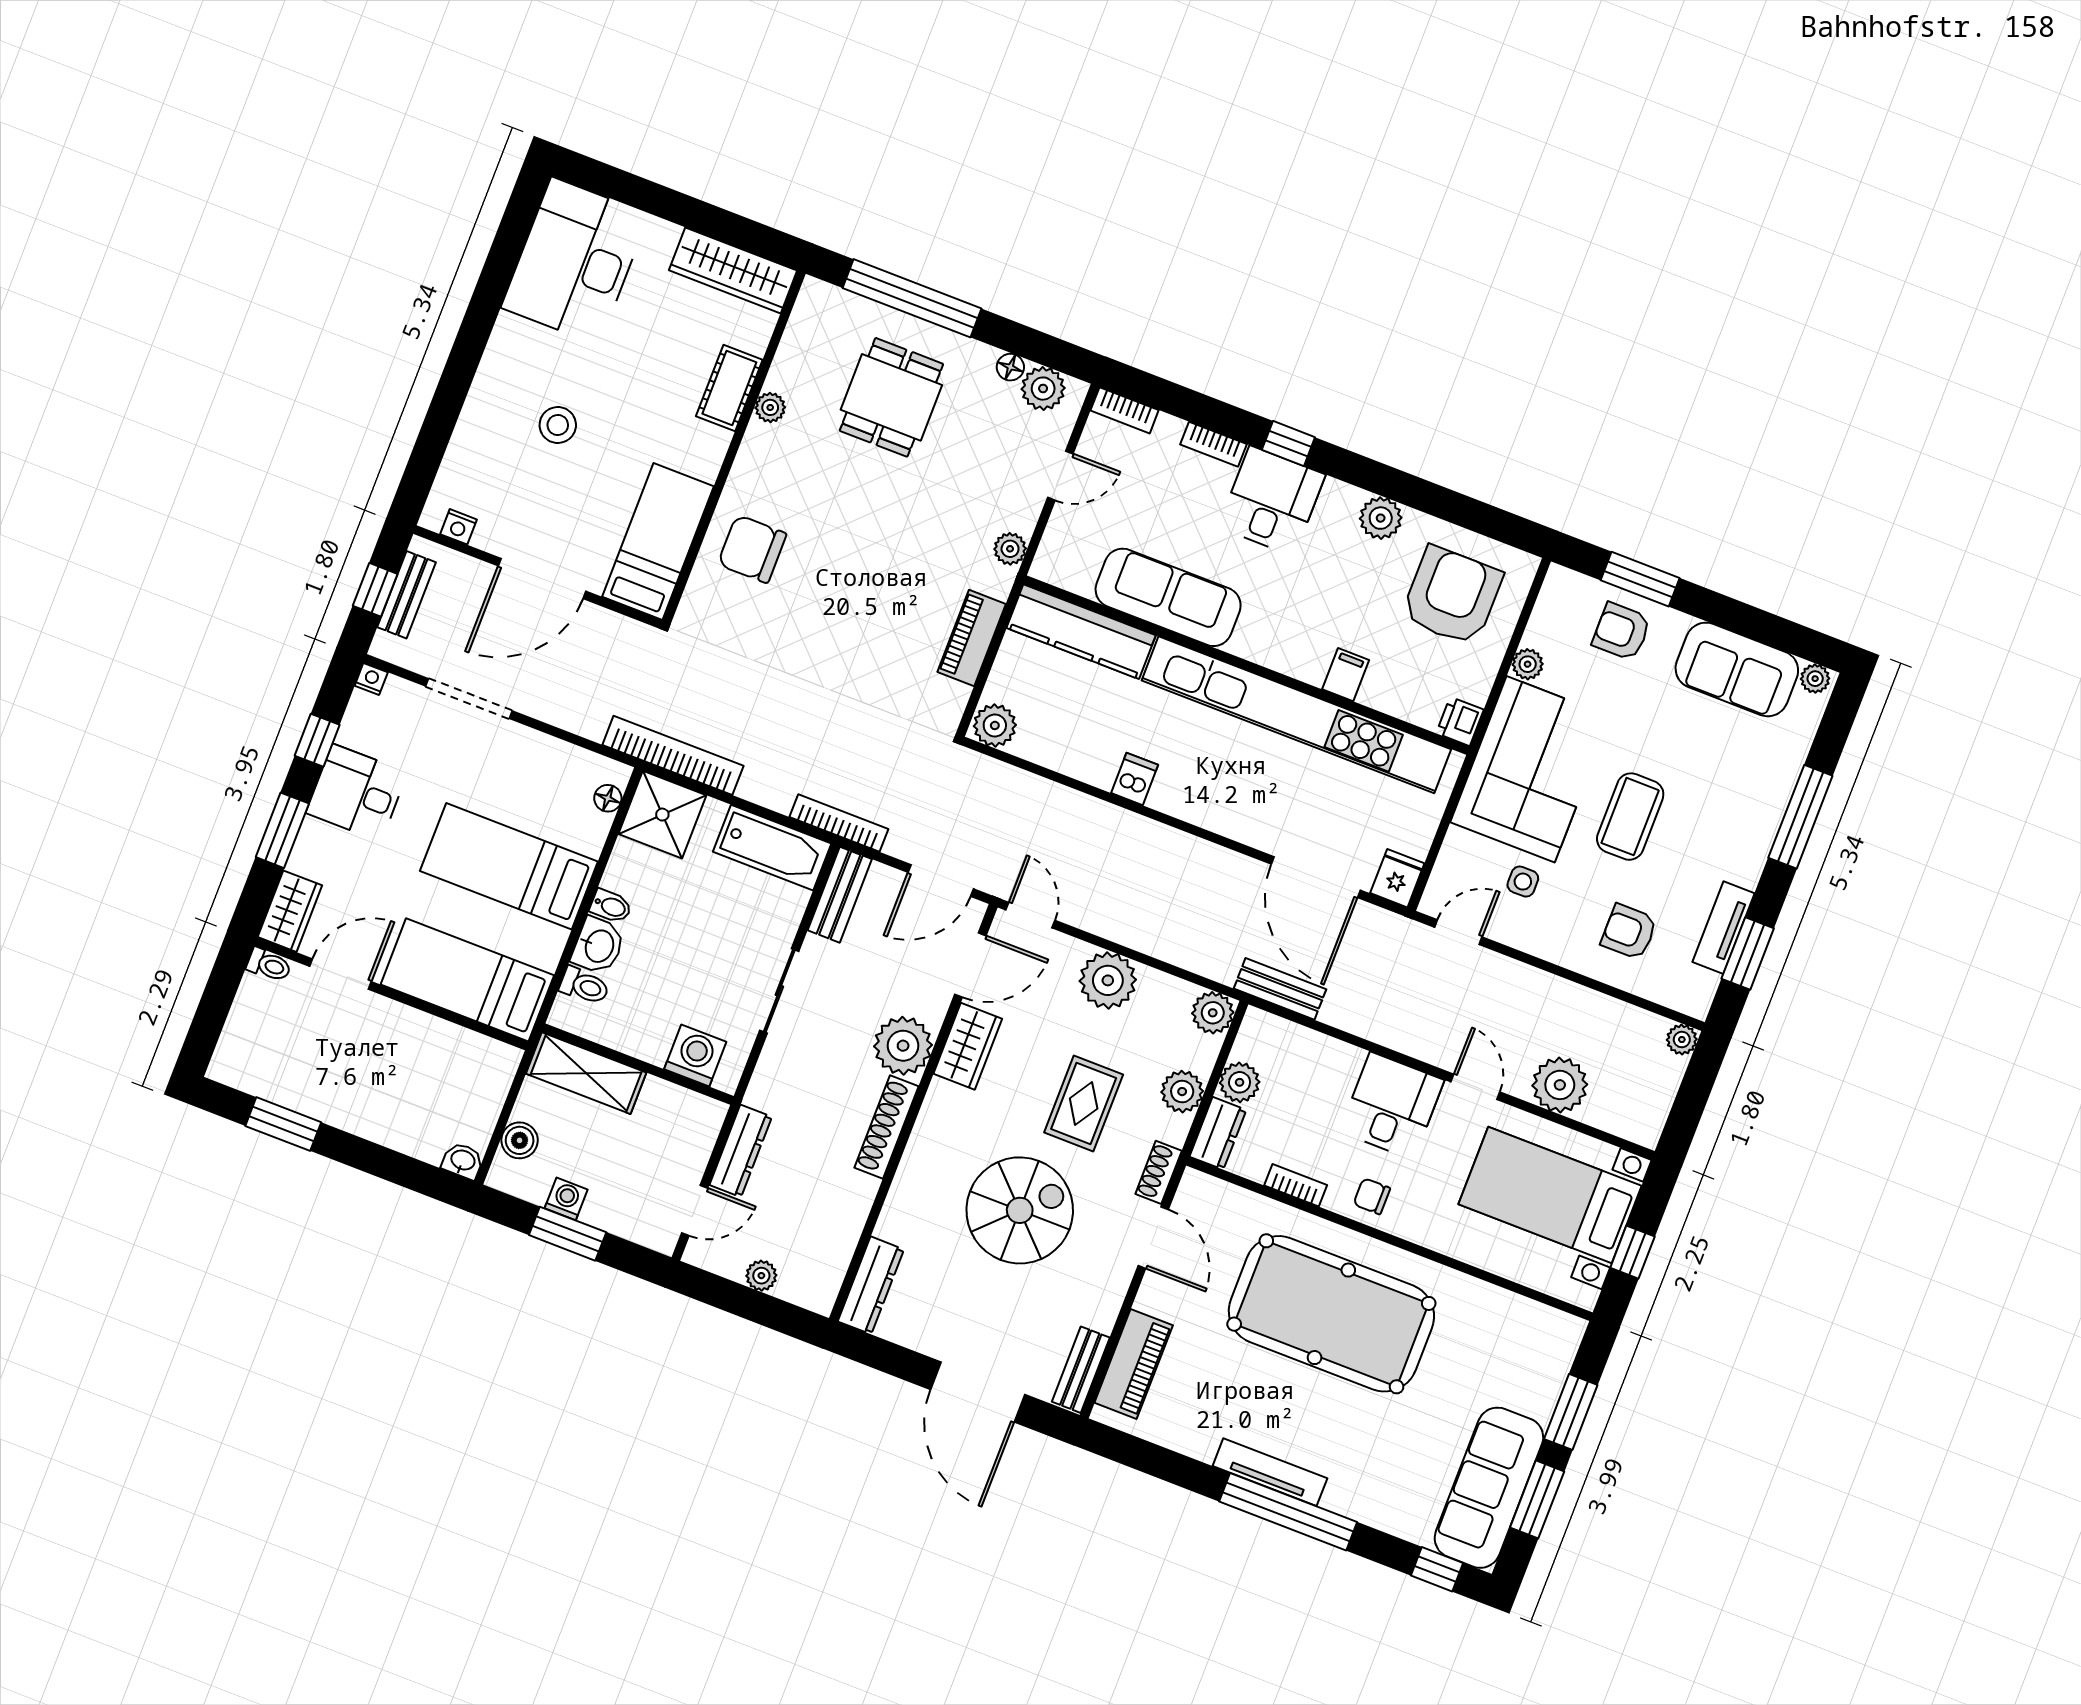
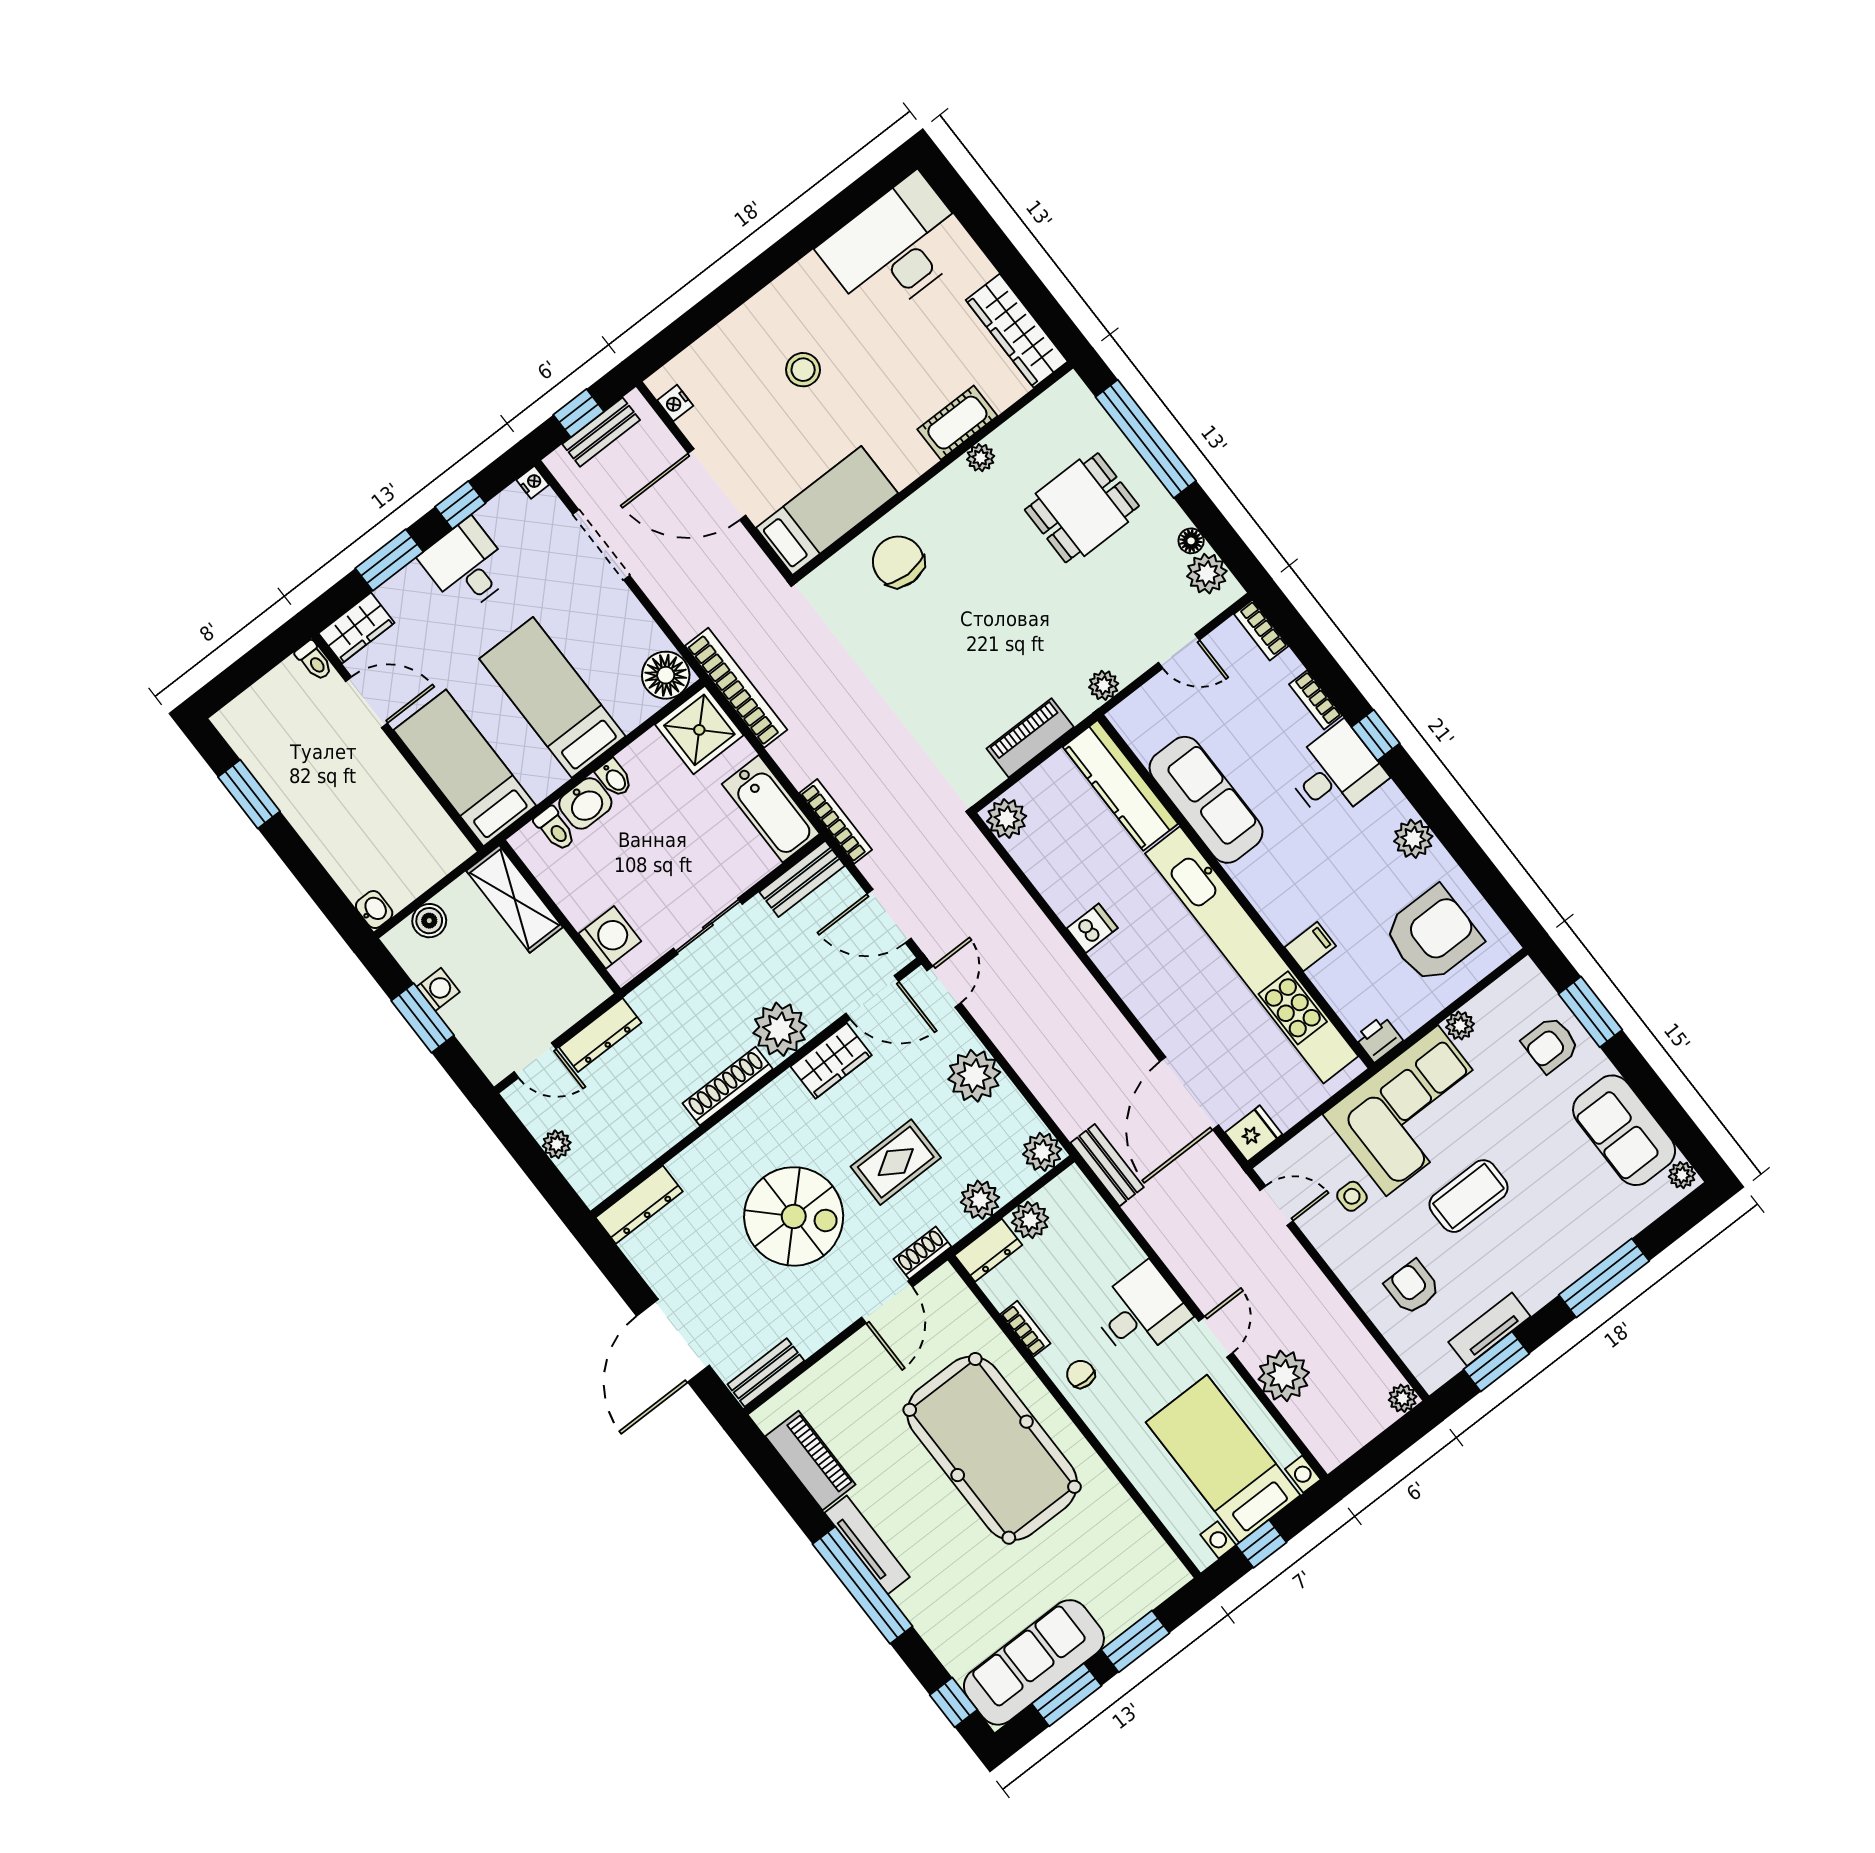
armchair: (1621, 631) -> (1550, 1045), turned -90
floor lamp: (608, 798) -> (666, 675), width x1.89, depth x1.89
piano: (1134, 1364) -> (810, 1460), moved, turned -90

